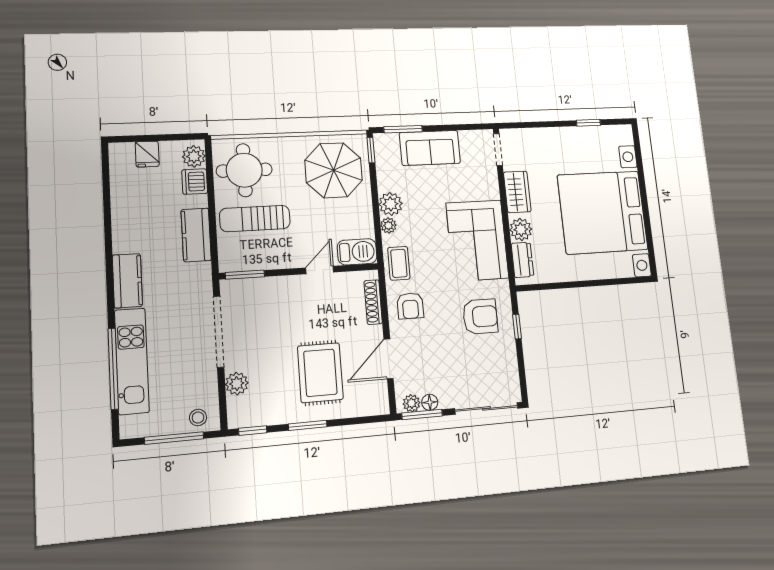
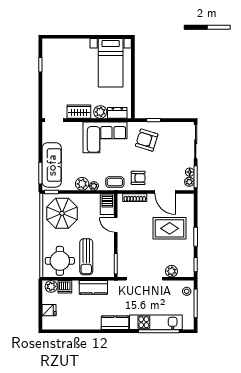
sofa: (430, 148) -> (52, 165), width x1.36
bed with nightstands: (603, 212) -> (111, 63), width x0.54
armchair: (480, 317) -> (147, 140), turned -73

